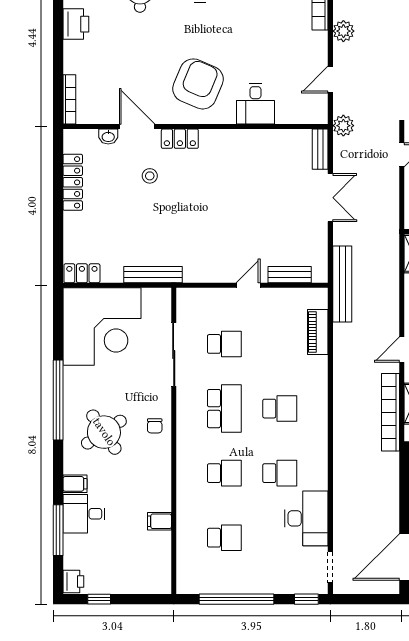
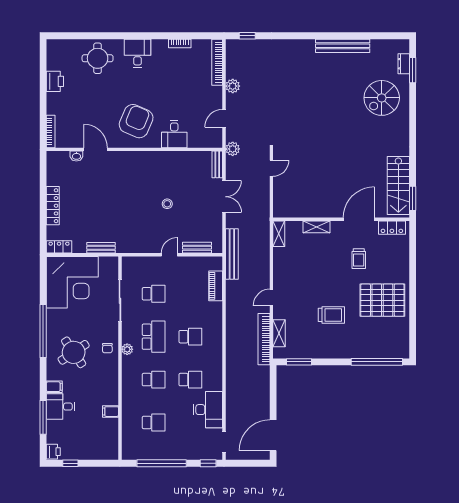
locker: (180, 139) -> (124, 157), removed
stool: (150, 176) -> (167, 204), moved
locker: (73, 182) -> (53, 206), moved
bench: (153, 275) -> (101, 248), width x0.73
plant: (185, 428) -> (127, 349), added

